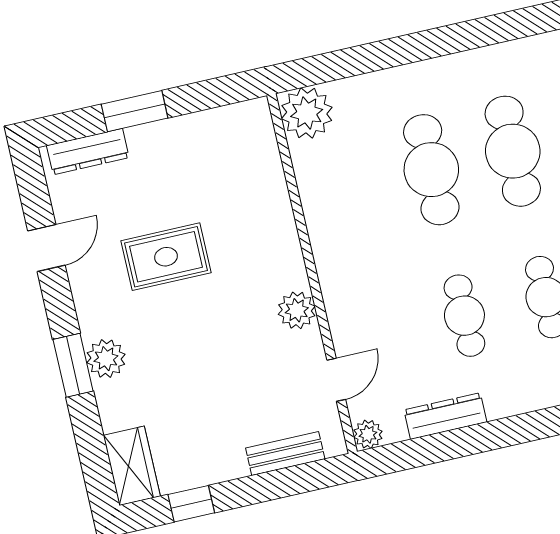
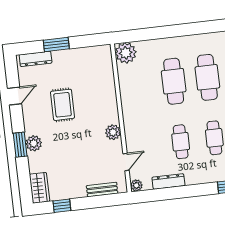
rug: (166, 257) -> (63, 105), turned 90

